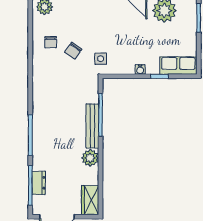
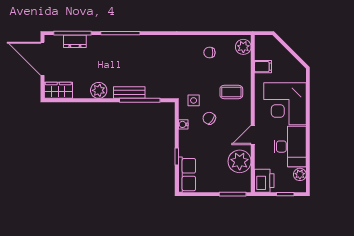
coffee table: (92, 19) -> (231, 92), added
chair: (73, 51) -> (209, 118), moved
water cooler: (140, 70) -> (183, 124), moved
bench: (92, 126) -> (129, 92), width x0.73

